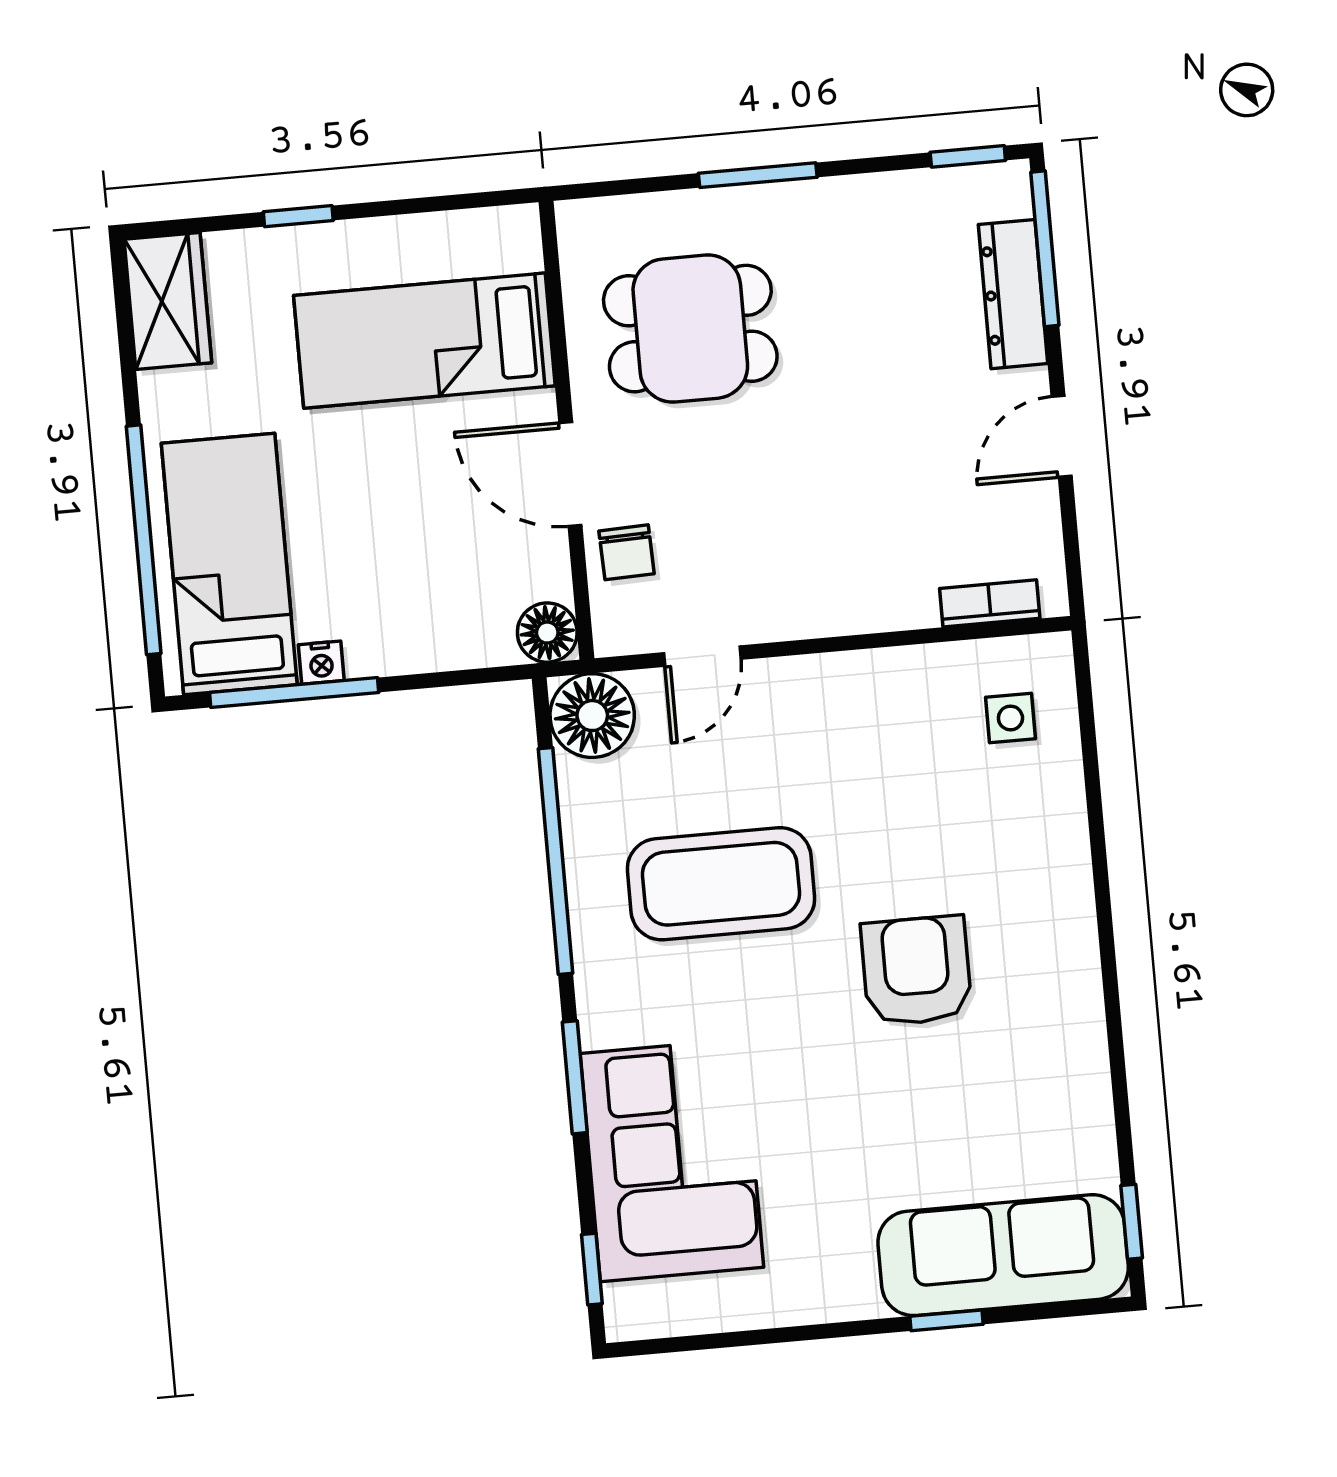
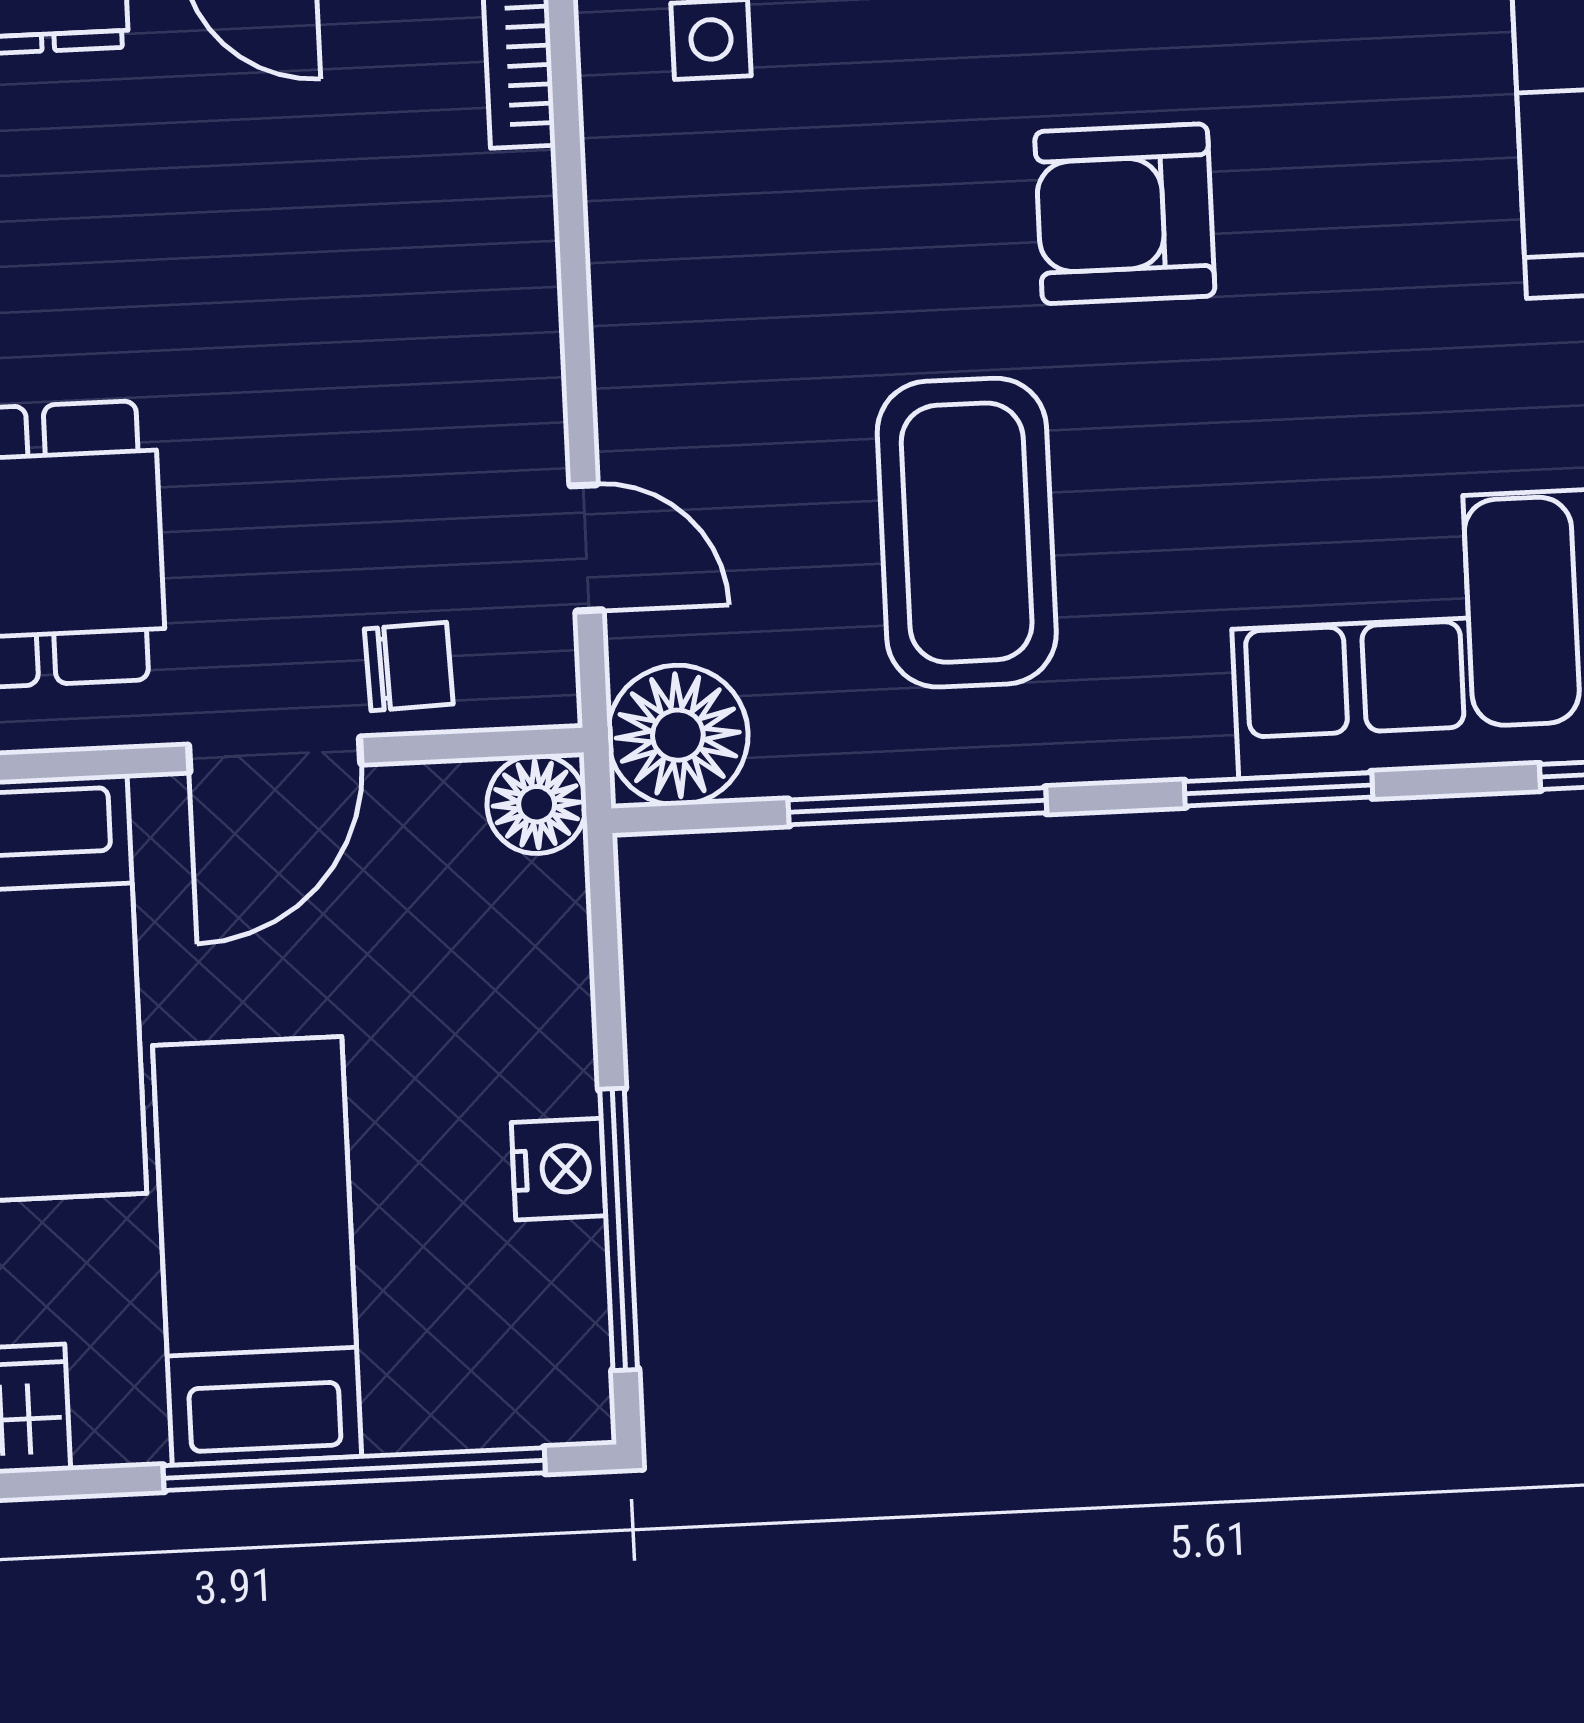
bed: (229, 564) -> (257, 1251), moved, turned 90
nightstand: (321, 663) -> (558, 1169), width x1.39, depth x1.35
window: (556, 861) -> (917, 806), width x0.68

